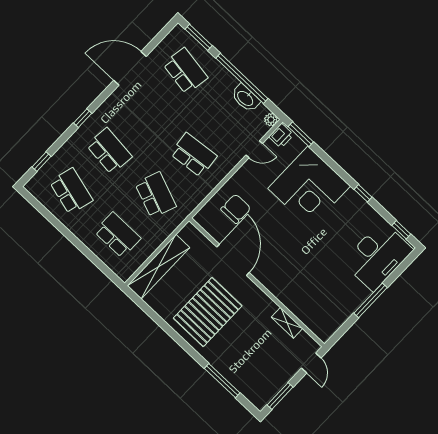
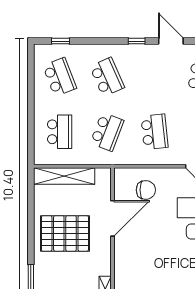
door: (130, 68) -> (171, 41), width x0.73
window: (83, 118) -> (137, 41), moved
school desk: (109, 151) -> (107, 77), turned -30
school desk: (71, 191) -> (60, 77), turned -36

